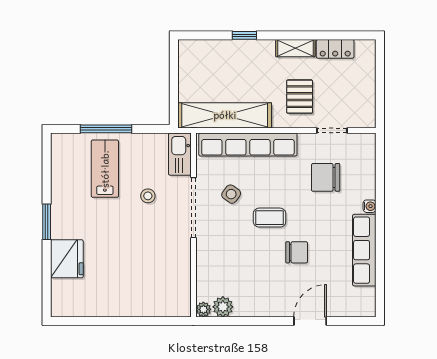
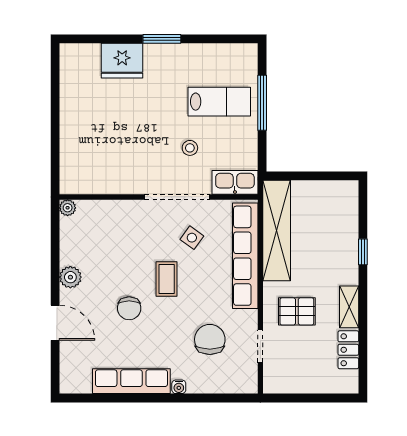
plant: (223, 307) -> (70, 277), moved

